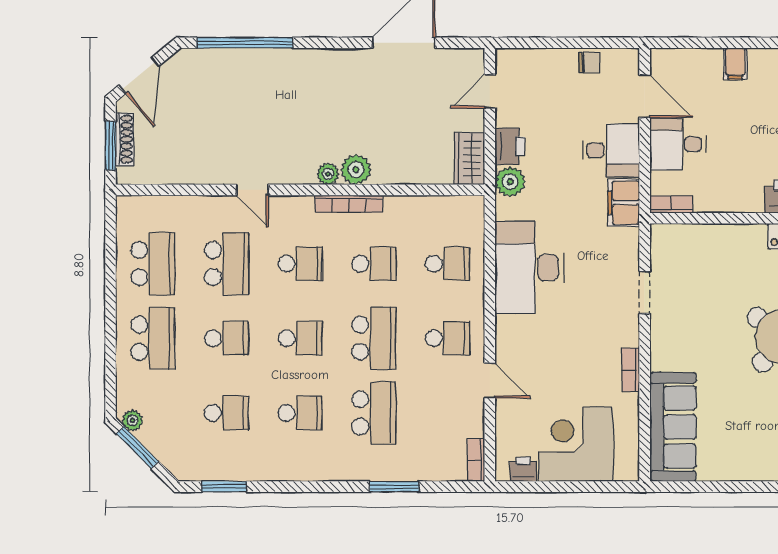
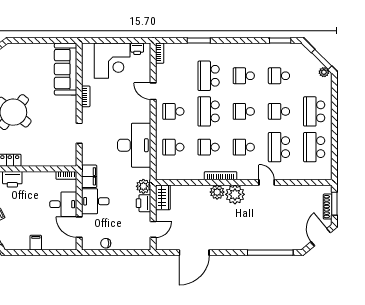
plant: (328, 174) -> (235, 194), width x1.87, depth x1.87

